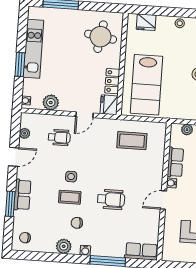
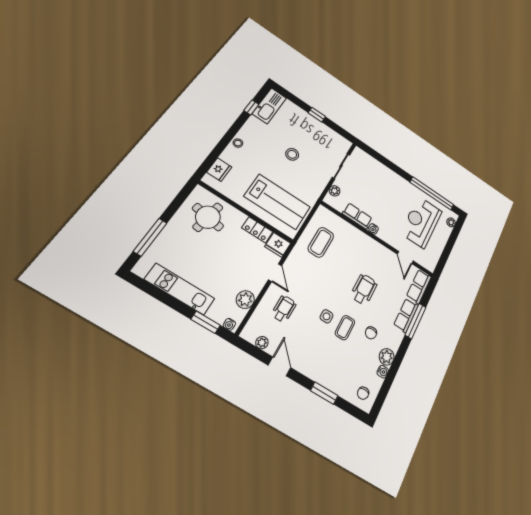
window: (20, 65) -> (206, 322), moved
row of seats: (22, 195) -> (406, 315), moved, turned -90
door: (163, 200) -> (405, 257), moved
water cooler: (85, 250) -> (383, 372), moved

